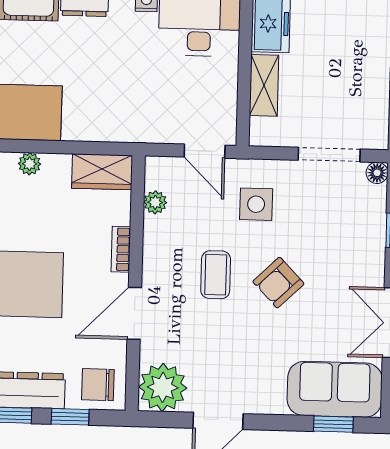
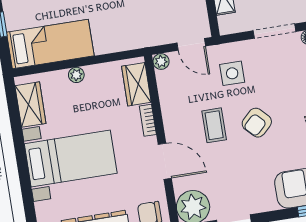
wardrobe: (102, 172) -> (136, 84), moved, turned 90
plant: (155, 202) -> (161, 61), moved
door: (134, 313) -> (165, 161), swing flipped

